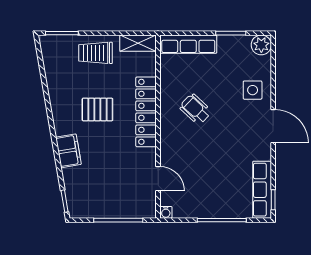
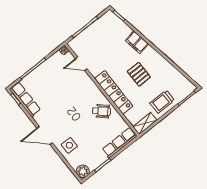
trolley: (96, 53) -> (162, 102), turned 180
pallet: (97, 109) -> (139, 74), turned 90
wheelchair: (195, 109) -> (101, 111), moved

